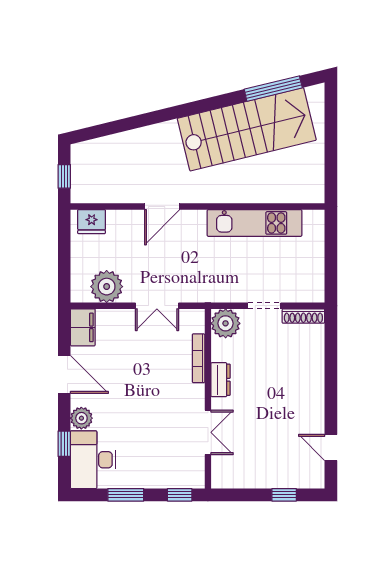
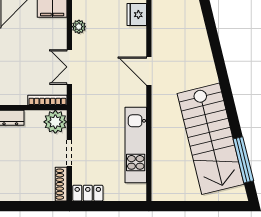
locker: (315, 283) -> (88, 193), added
plant: (107, 287) -> (79, 27), width x0.53, depth x0.53
bookcase: (199, 358) -> (47, 100), moved

